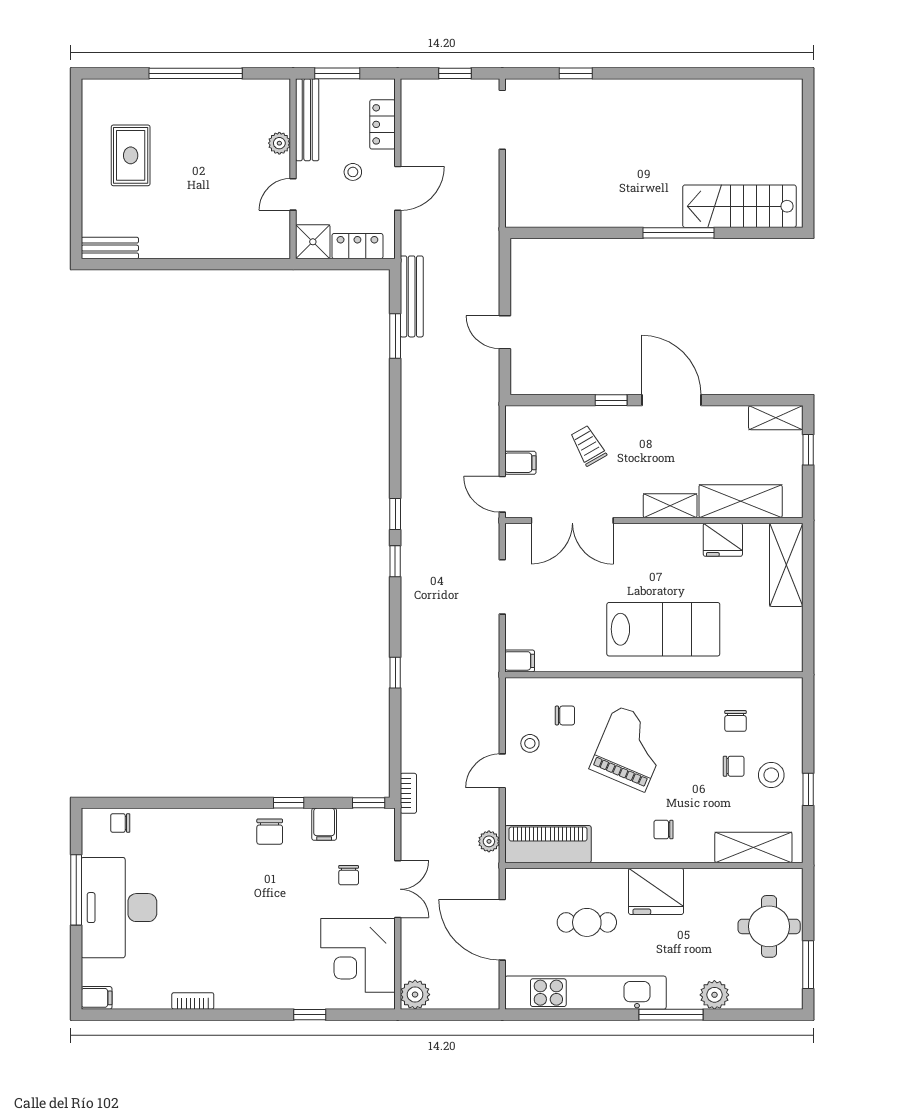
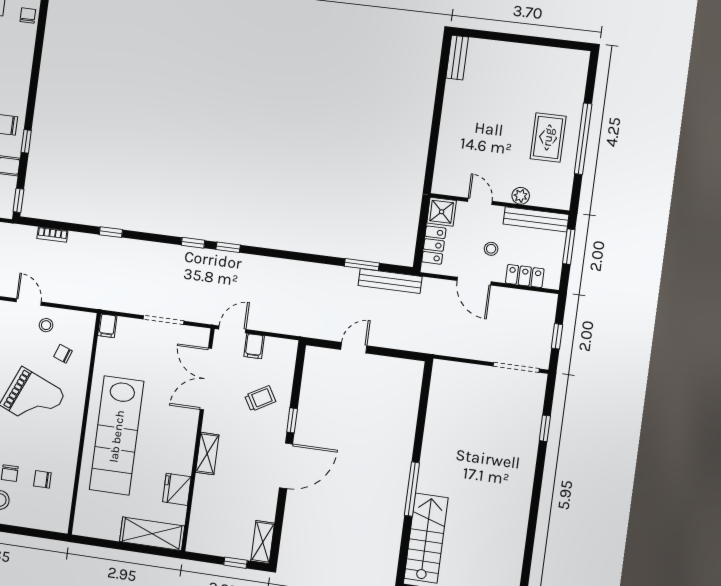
rug: (131, 155) -> (548, 137), moved, turned 90
shelving: (741, 501) -> (204, 507), removed
lab bench: (663, 629) -> (117, 436), width x1.36
chair: (565, 715) -> (63, 354), turned 110
bookcase: (408, 793) -> (52, 235), moved

